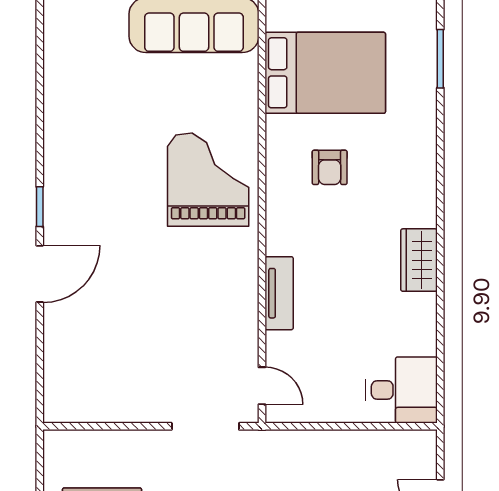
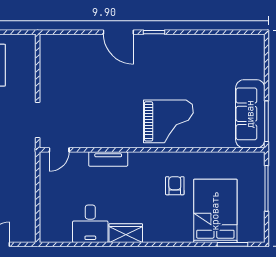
bed: (325, 73) -> (215, 211), moved, turned 180
armchair: (330, 167) -> (175, 186), turned 90
desk: (401, 390) -> (90, 224), moved

